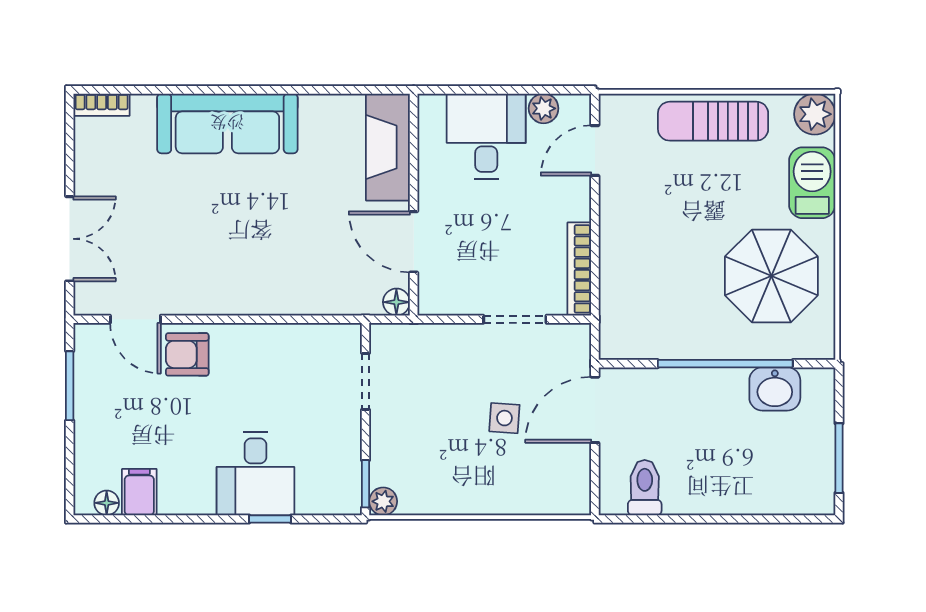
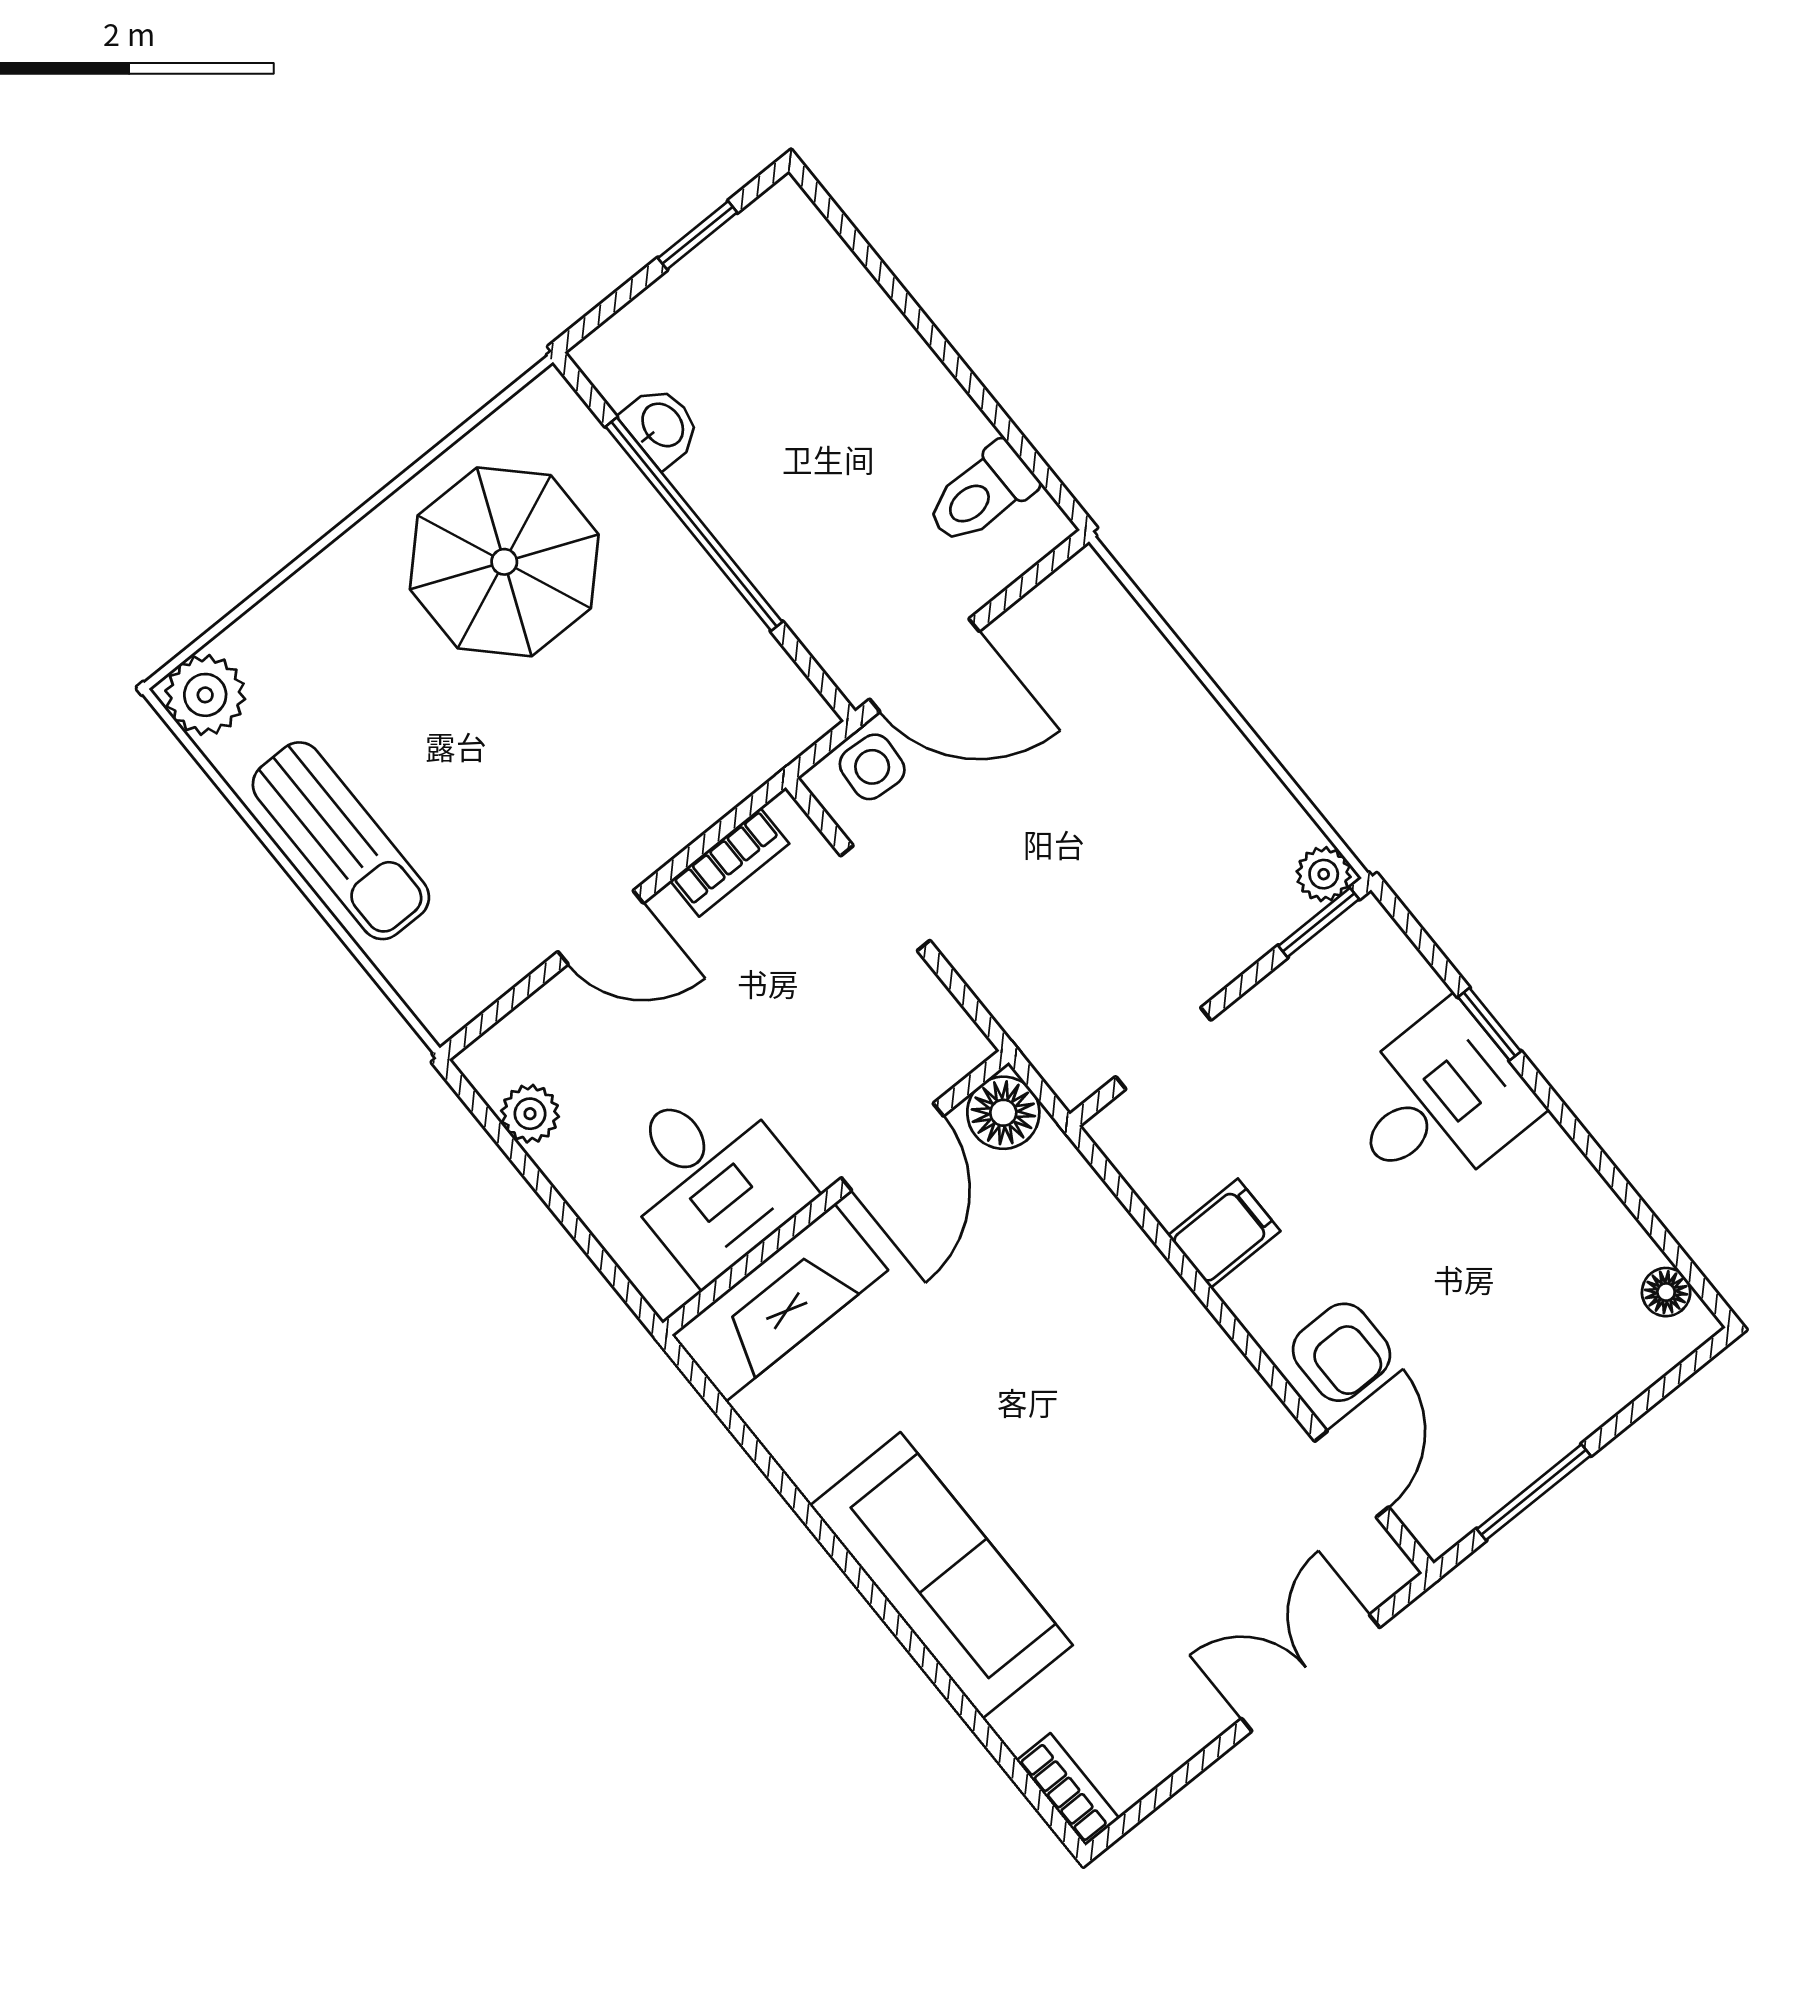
desk: (486, 136) -> (710, 1179), moved, turned -90
door: (595, 151) -> (601, 927), moved
barbecue: (812, 183) -> (313, 614), removed
bookcase: (579, 269) -> (730, 862), width x0.64
floor lamp: (396, 302) -> (1003, 1113), width x1.37, depth x1.37
washbasin: (775, 389) -> (661, 426), width x0.72, depth x0.69
side table: (504, 418) -> (872, 767), moved
window: (839, 458) -> (698, 235), width x0.67
filing cabinet: (139, 492) -> (1224, 1233), moved, turned 180

